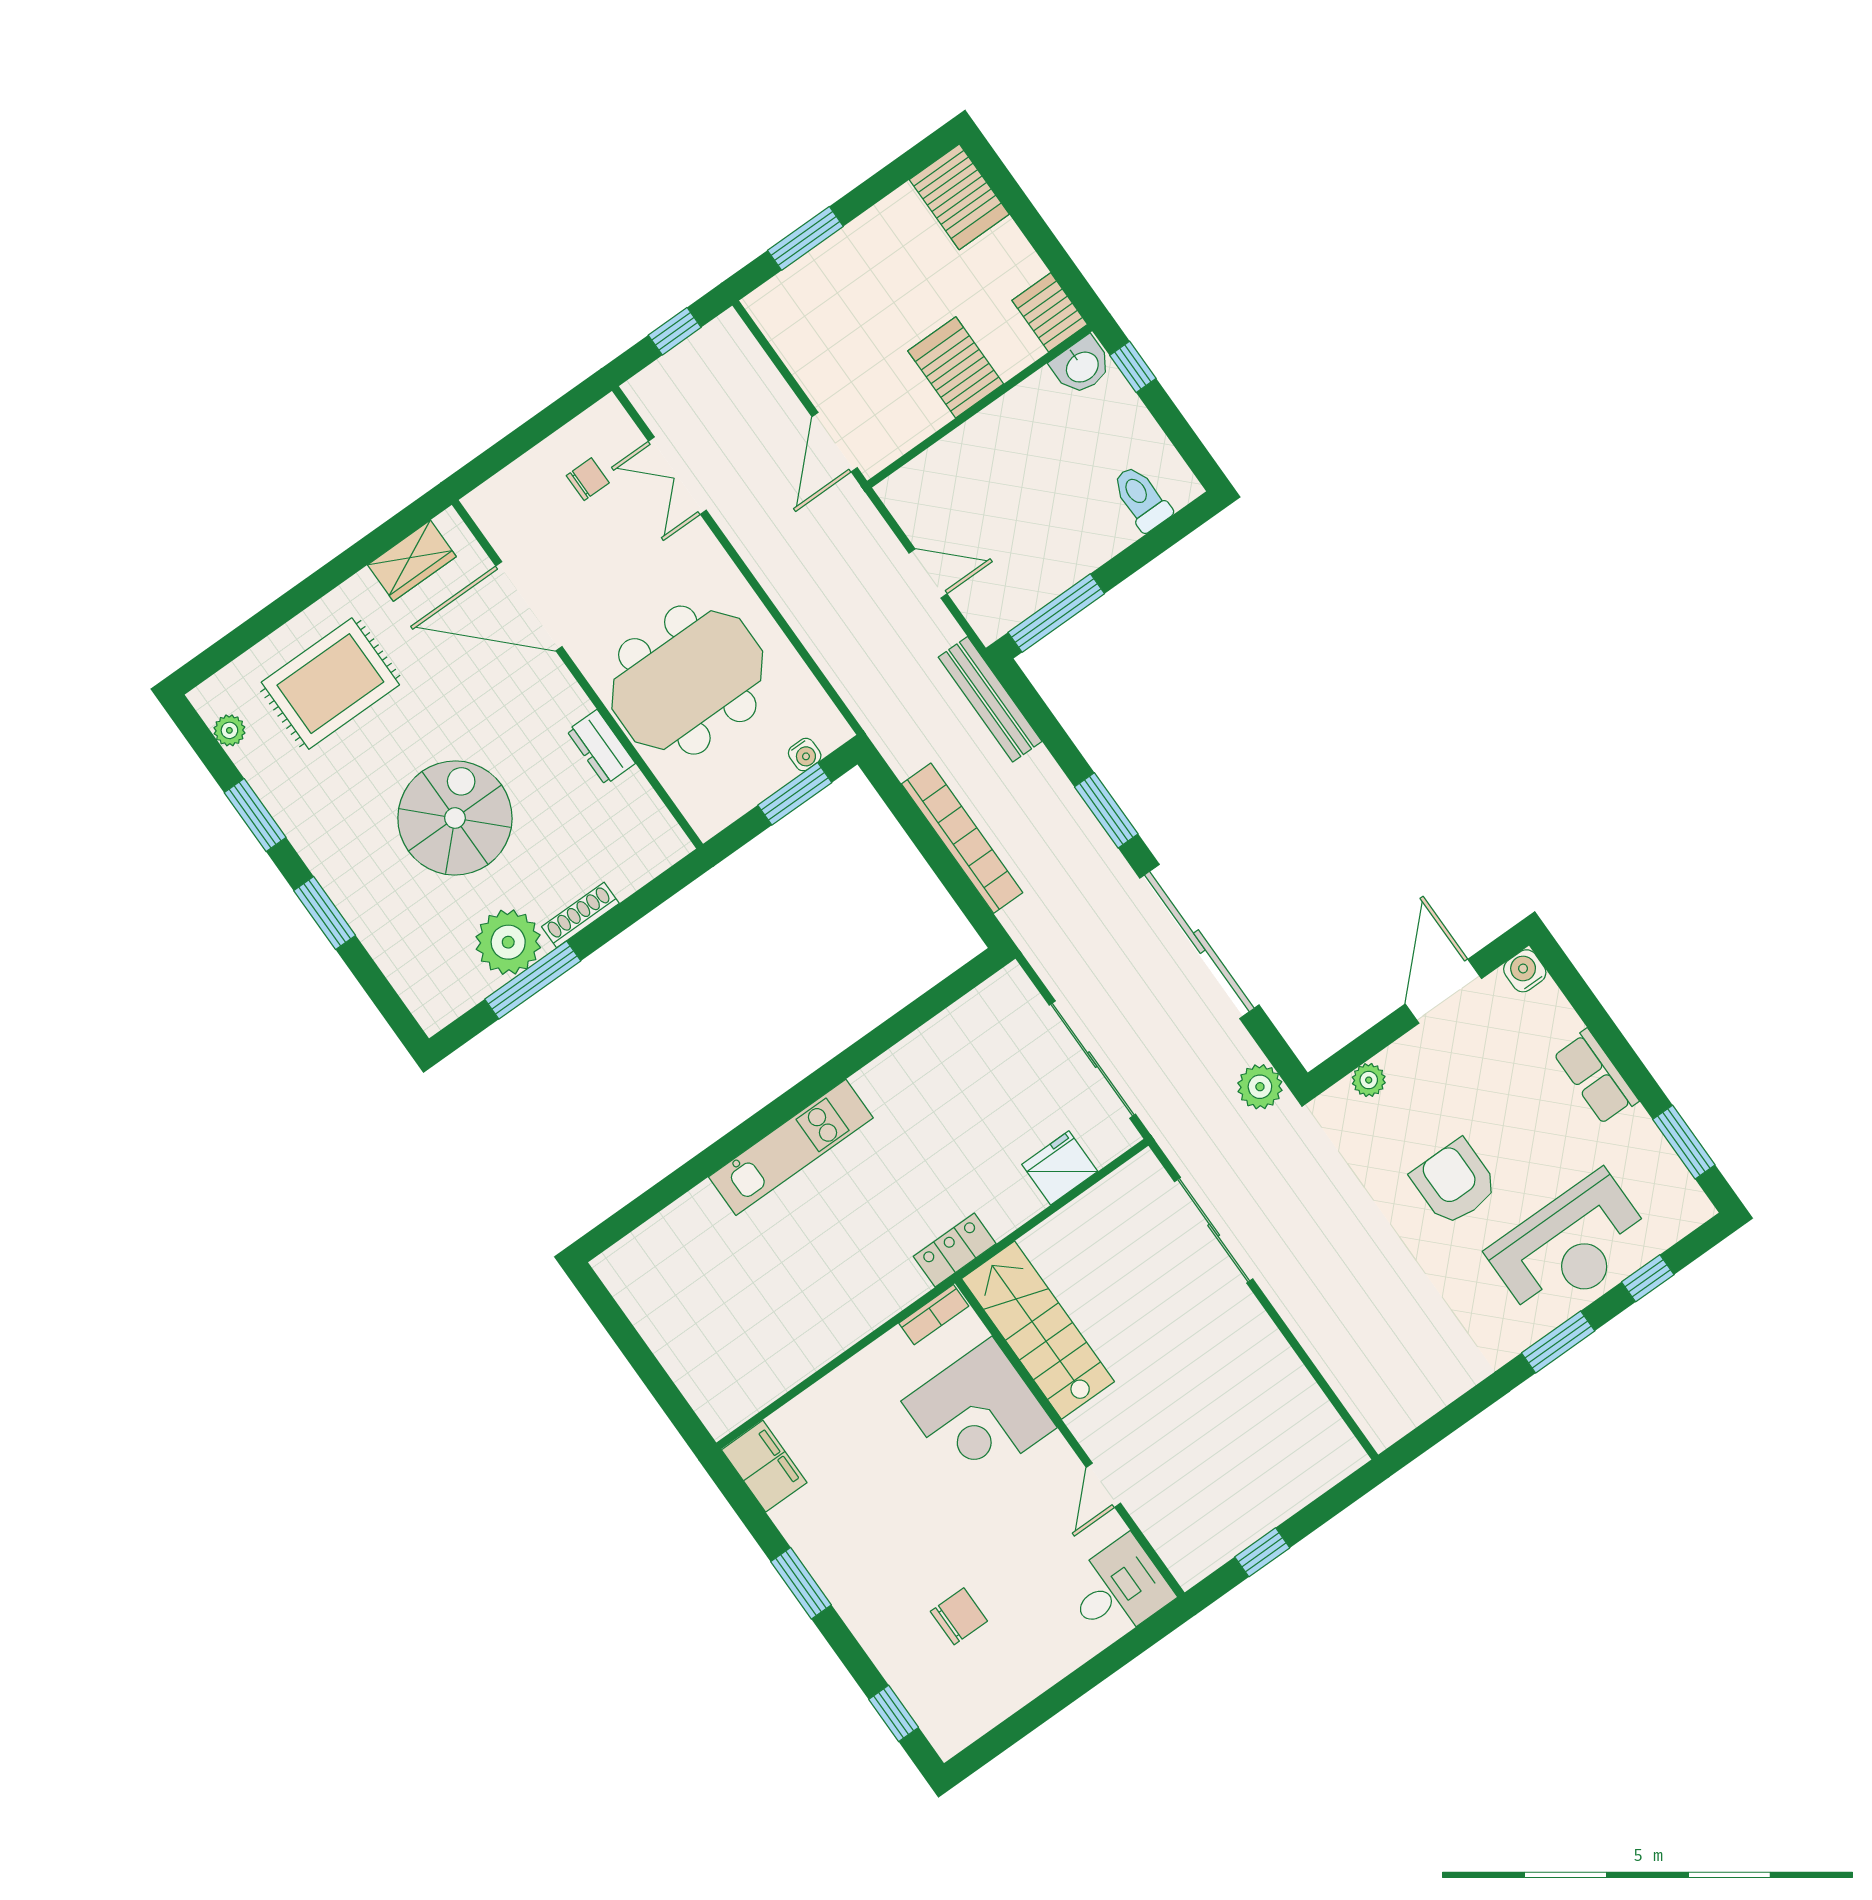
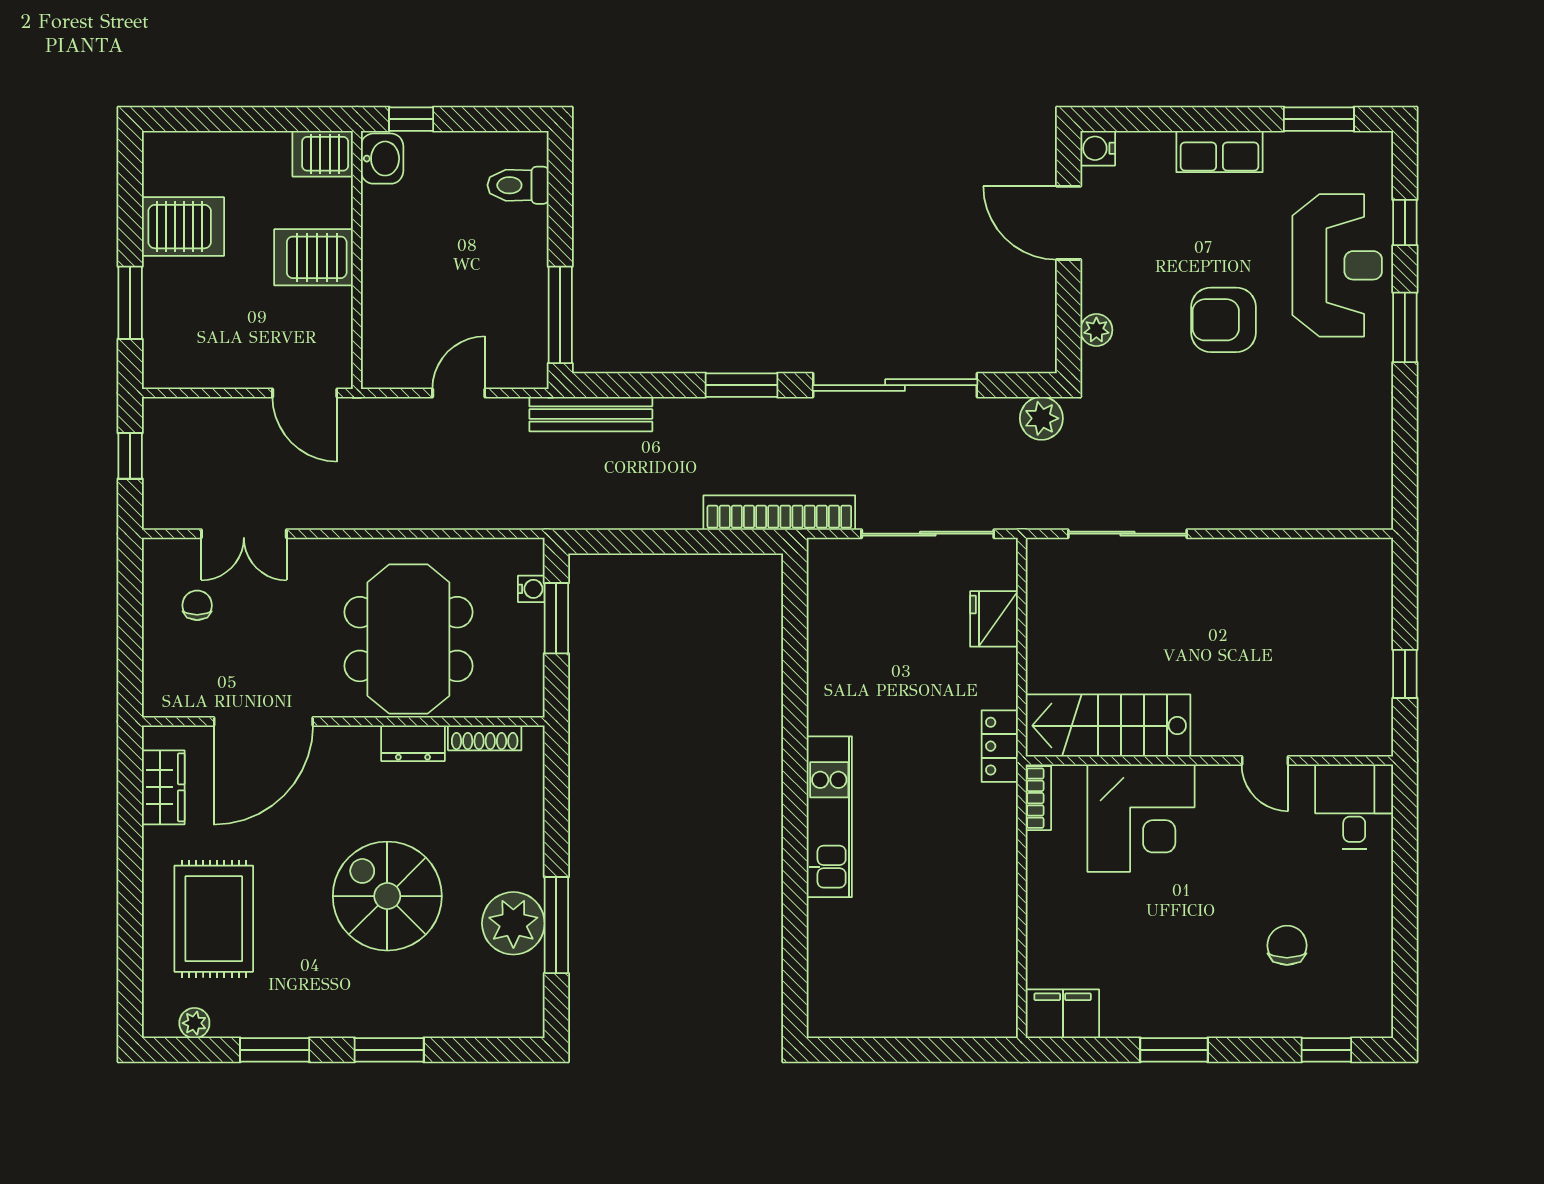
server rack: (959, 197) -> (183, 227), moved
bookcase: (962, 838) -> (779, 513), moved
shoe rack: (580, 915) -> (485, 738), moved, turned -90

